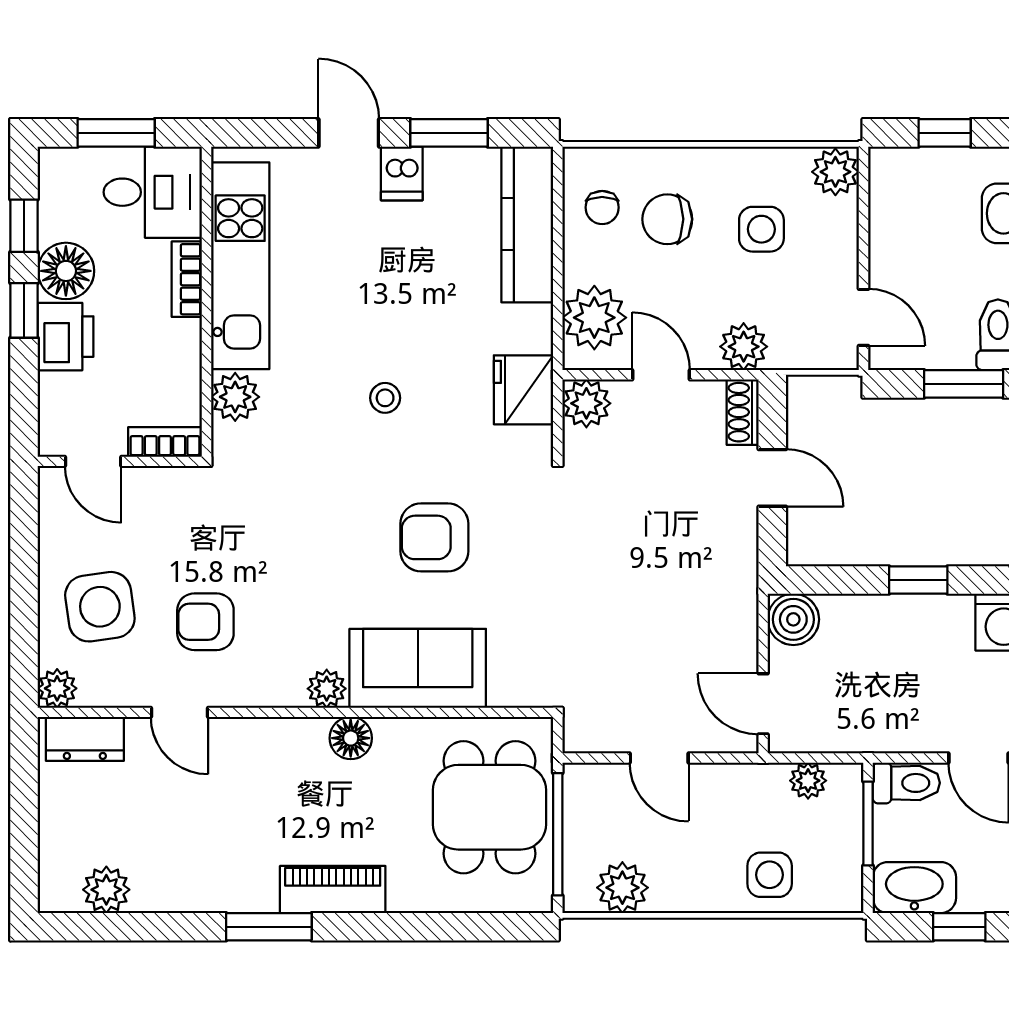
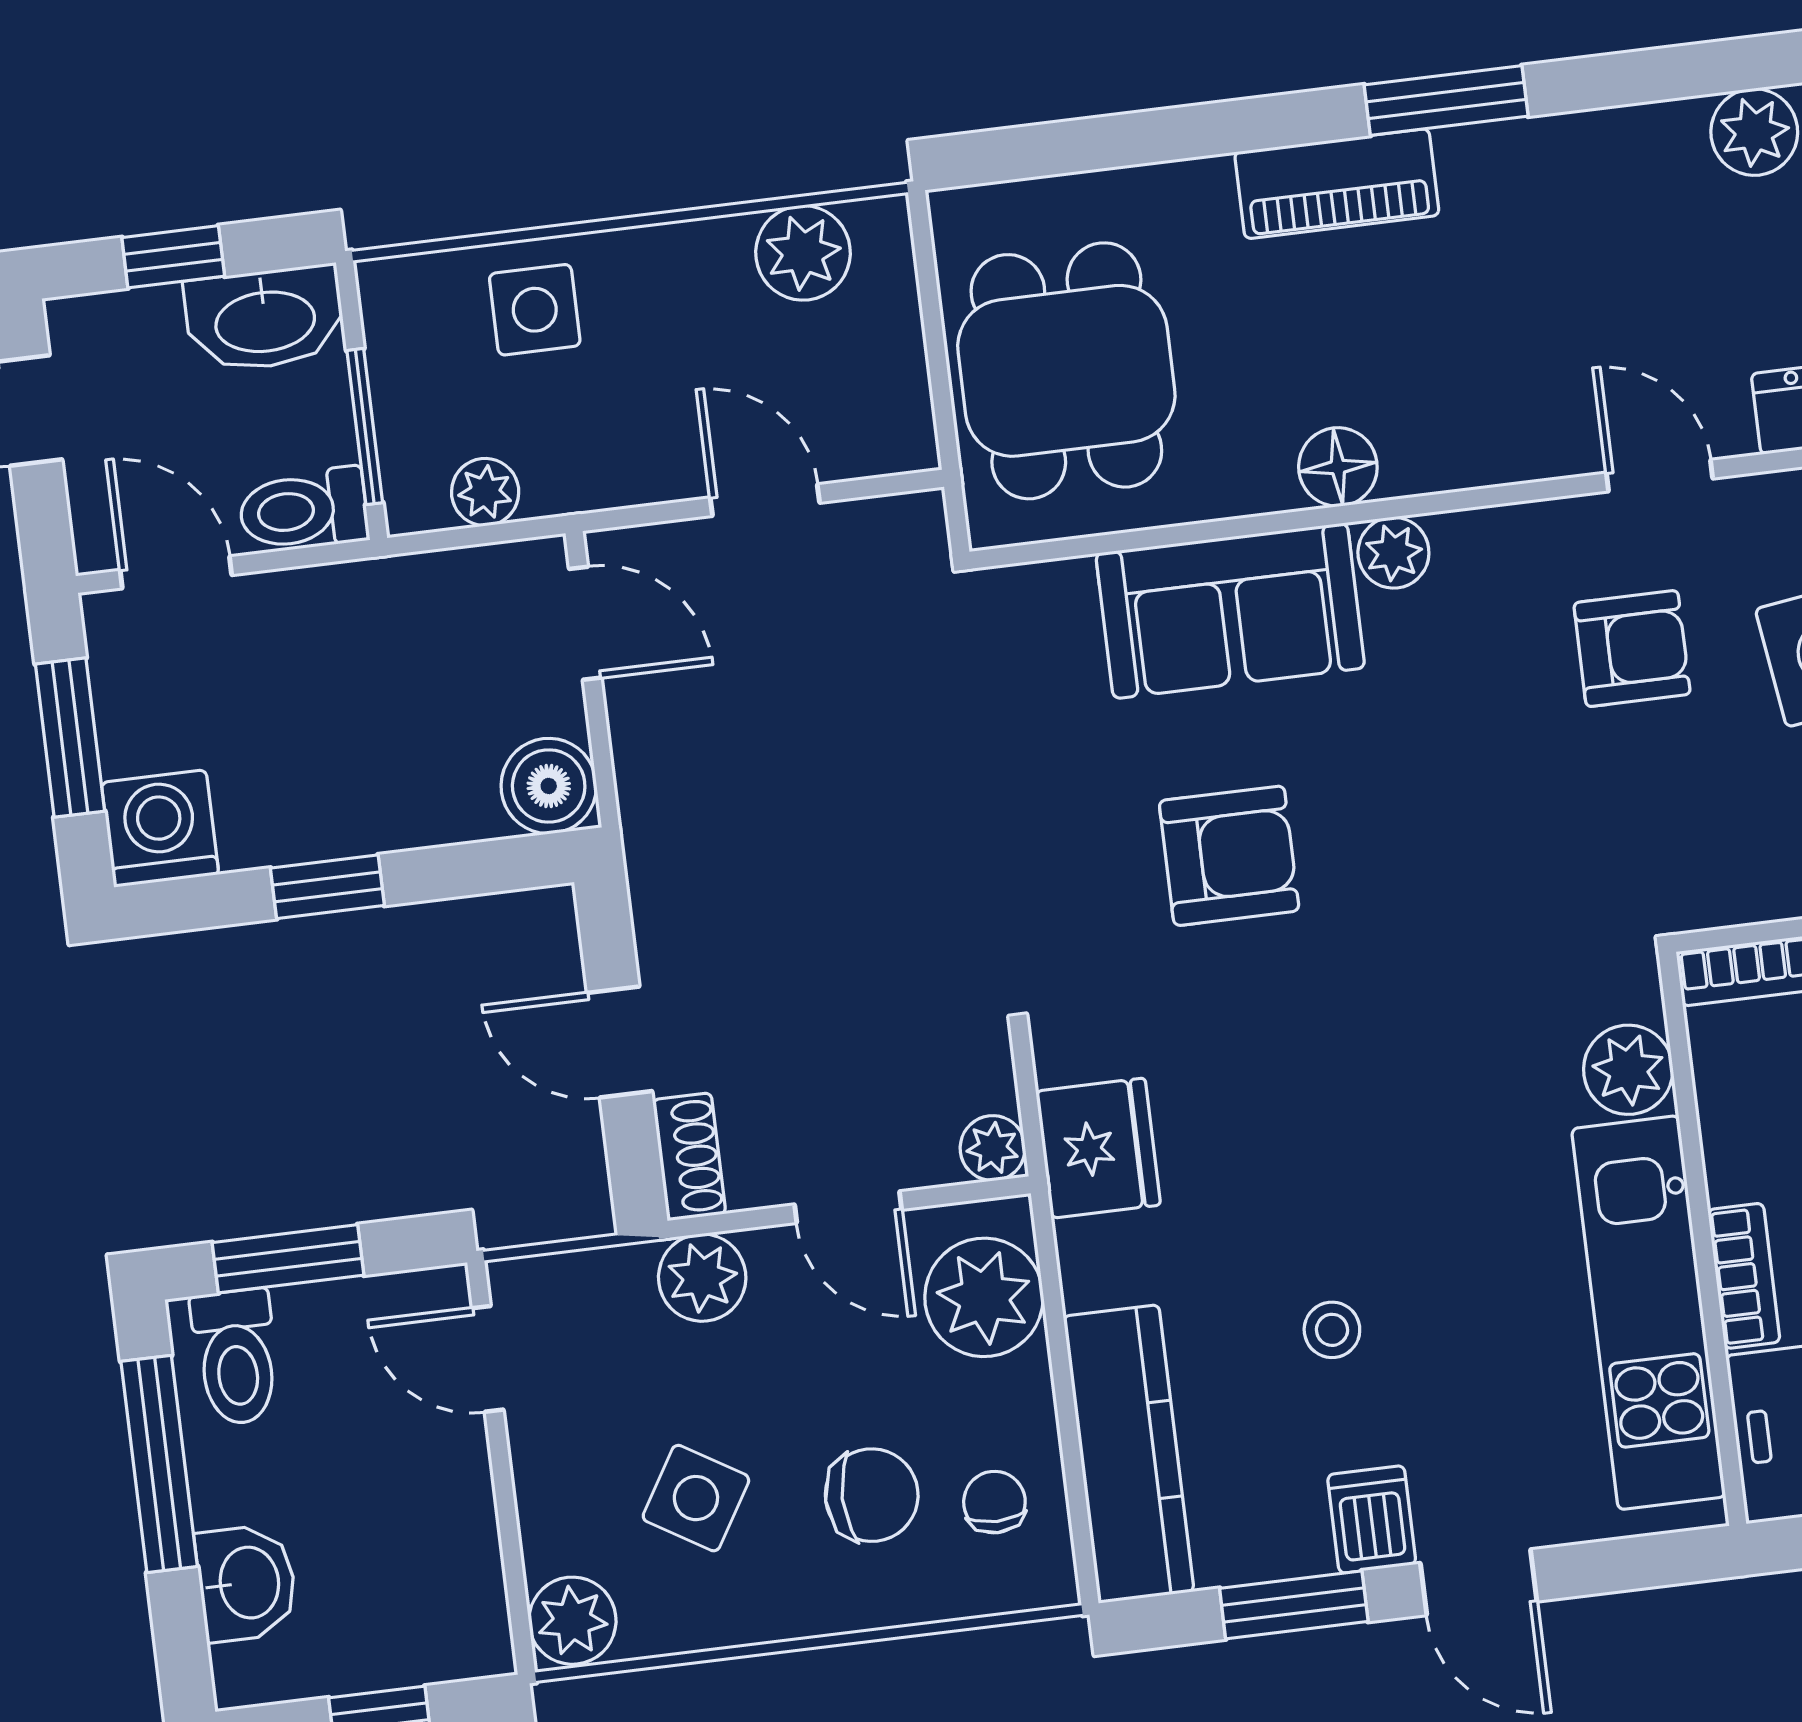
side table: (761, 229) -> (696, 1498), turned 31
stool: (385, 398) -> (1332, 1330), moved
plant: (586, 403) -> (993, 1148), width x0.73, depth x0.73
window: (558, 834) -> (934, 337), removed

